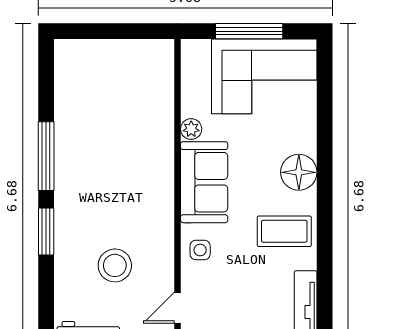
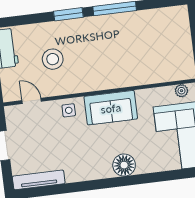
plant: (191, 129) -> (181, 91), moved
coffee table: (284, 231) -> (87, 161), removed

